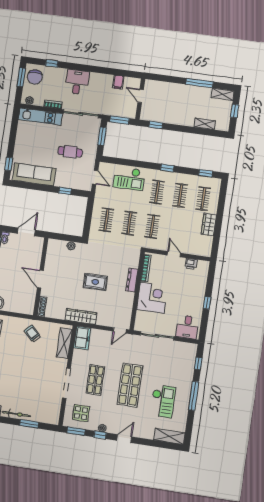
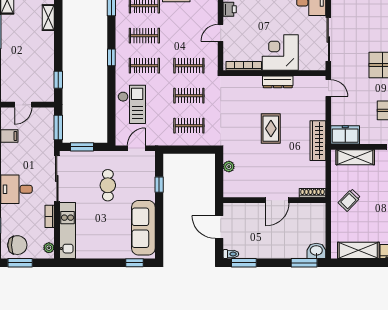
dresser: (132, 280) -> (278, 82), moved

